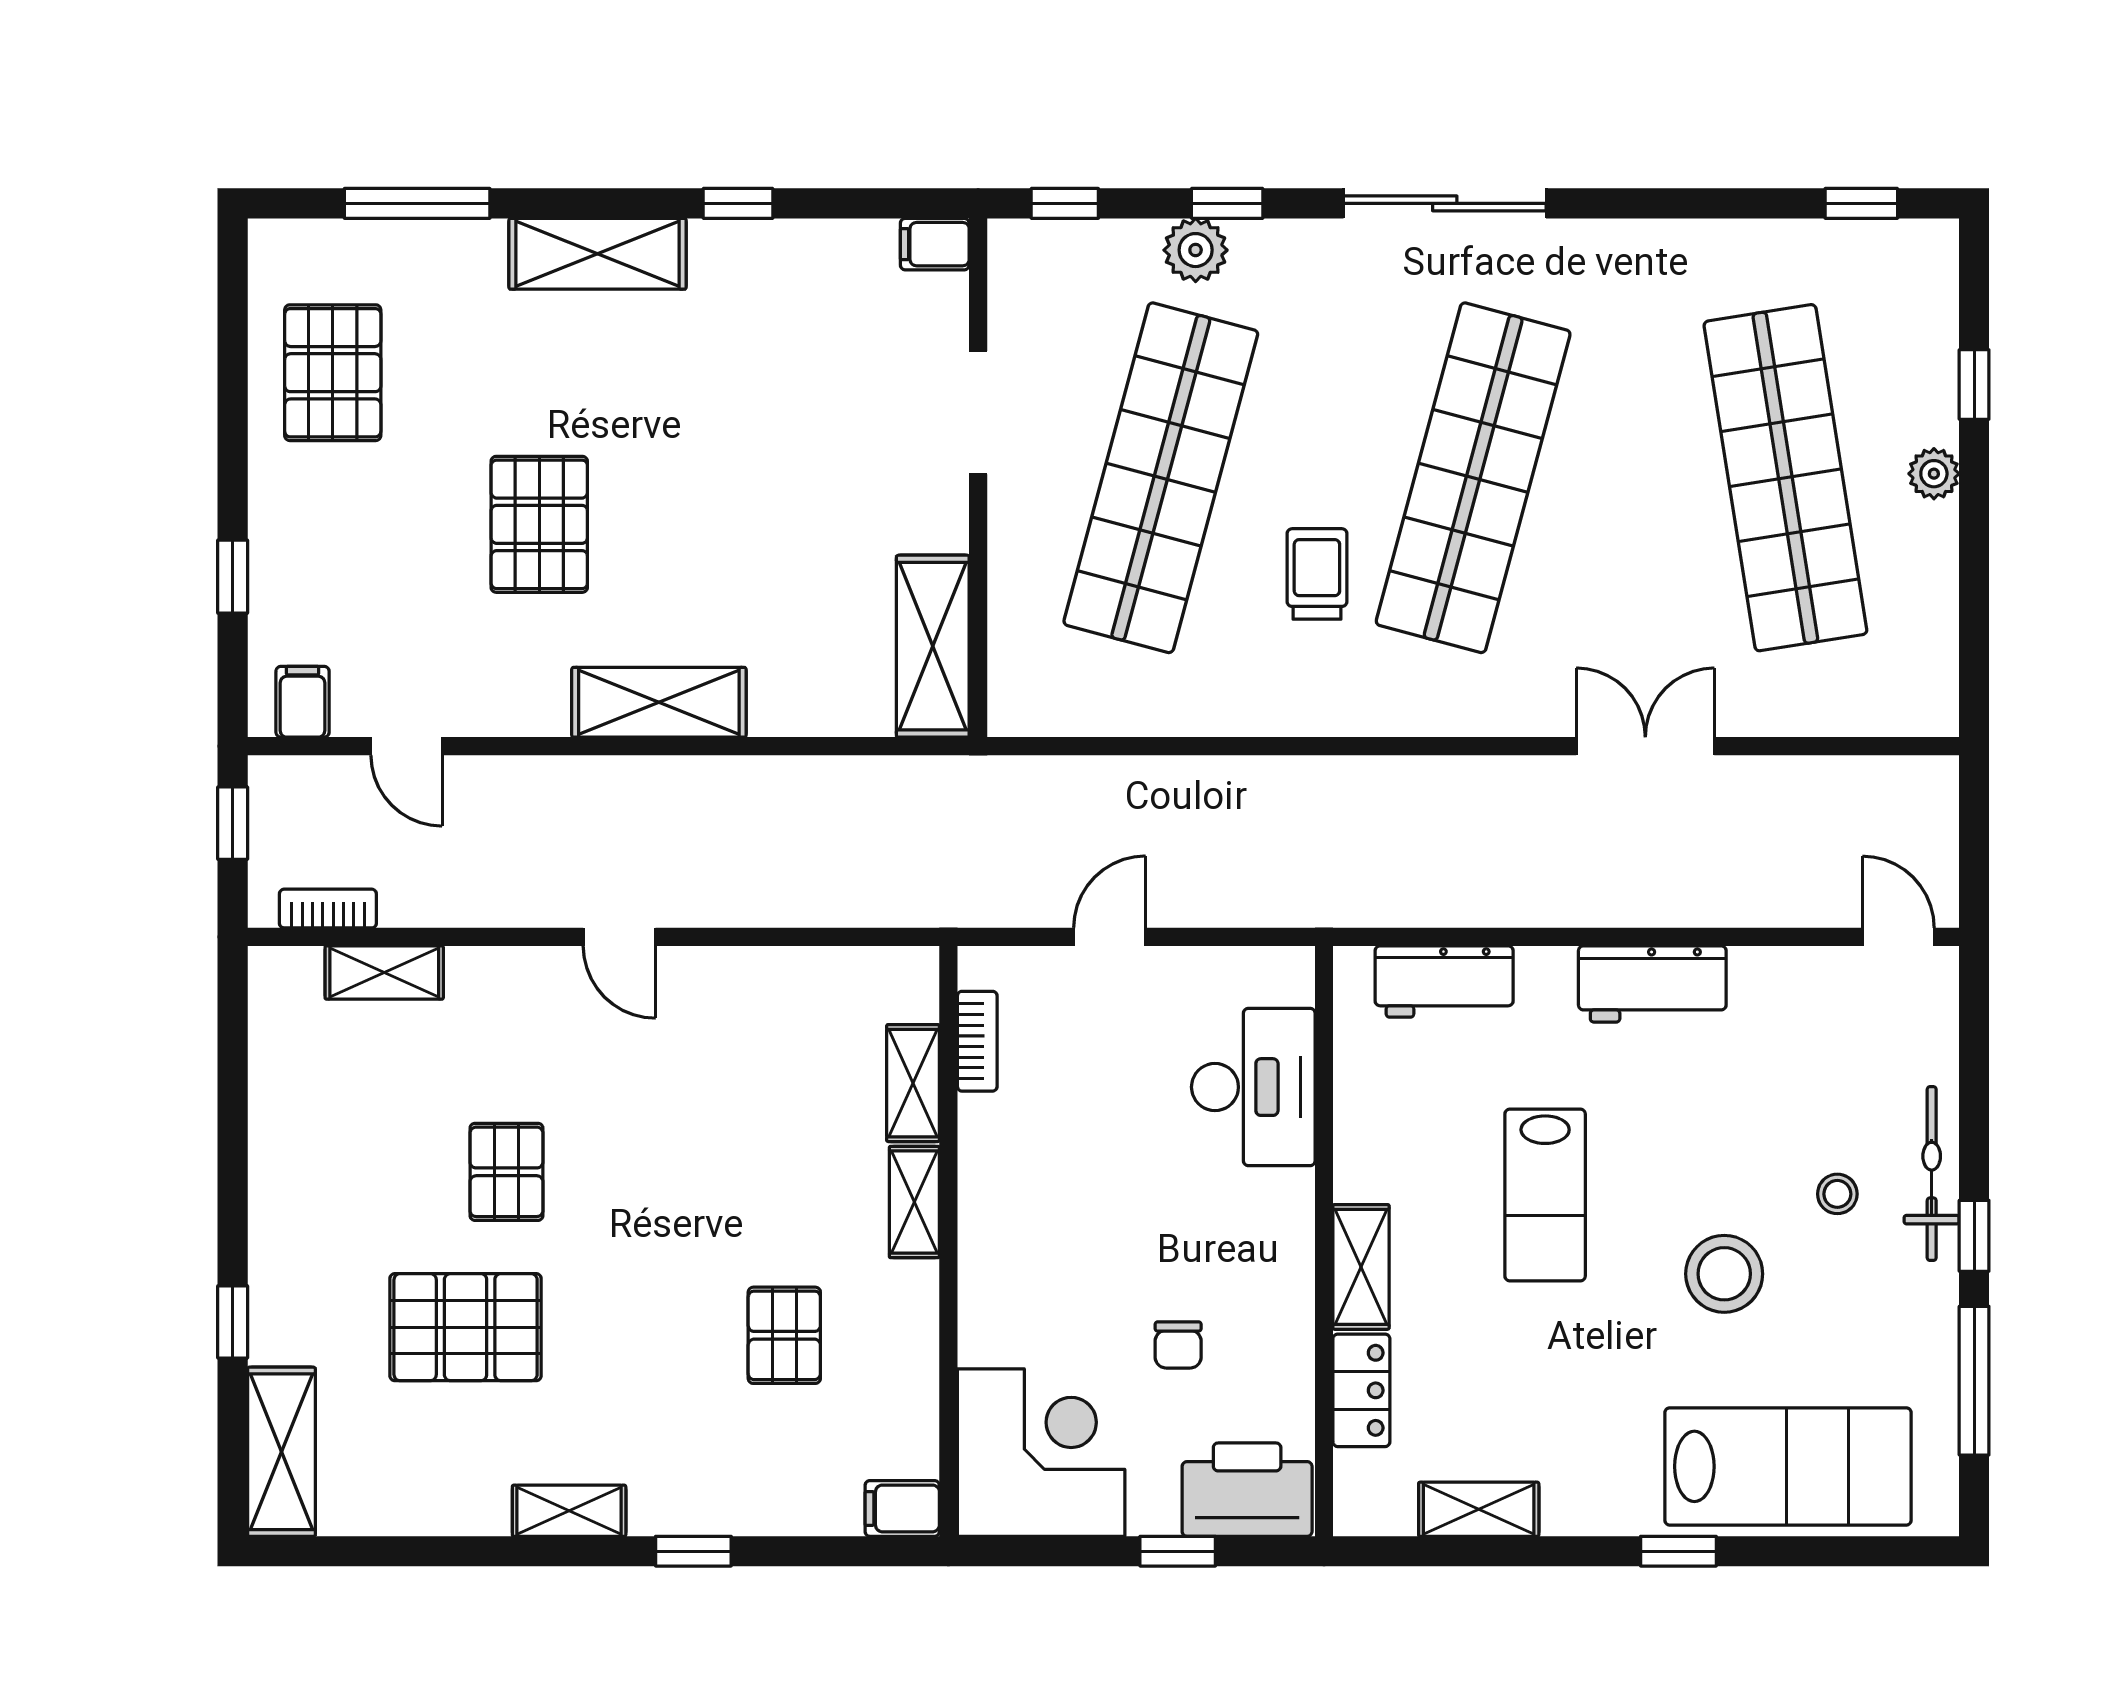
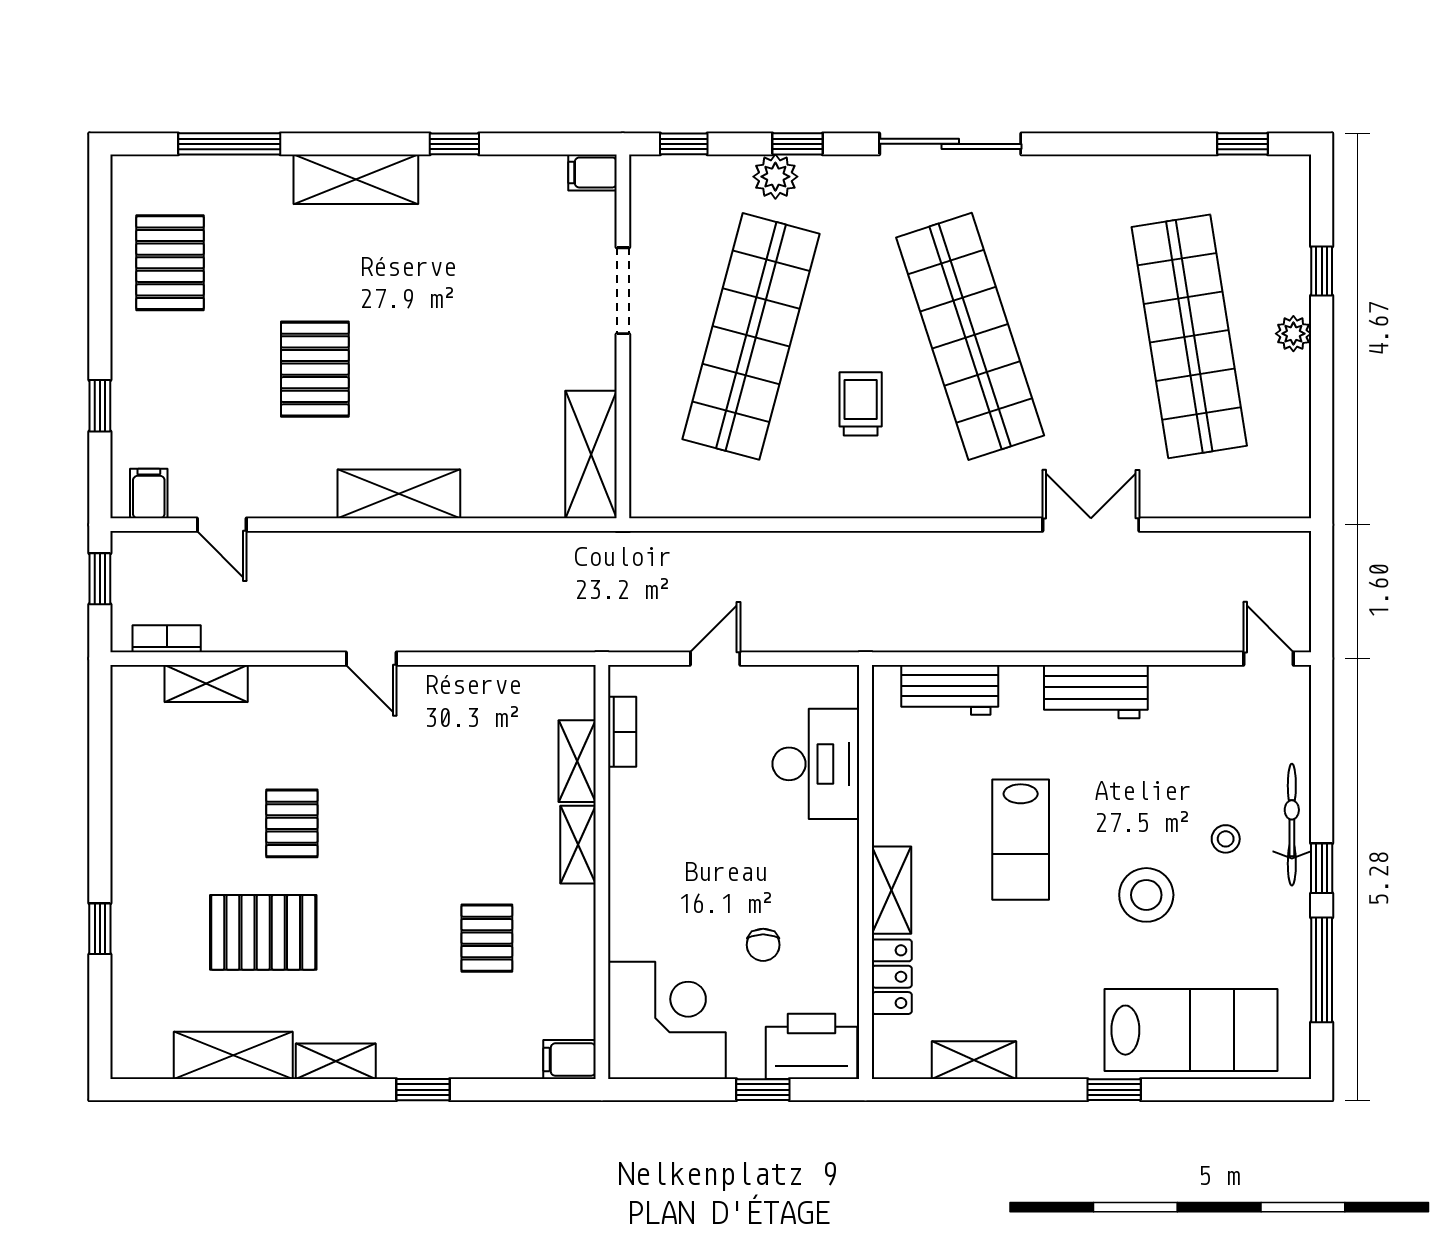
shop shelf: (1473, 478) -> (970, 336), turned -33
shelving: (281, 1452) -> (233, 1055), moved, turned 90

